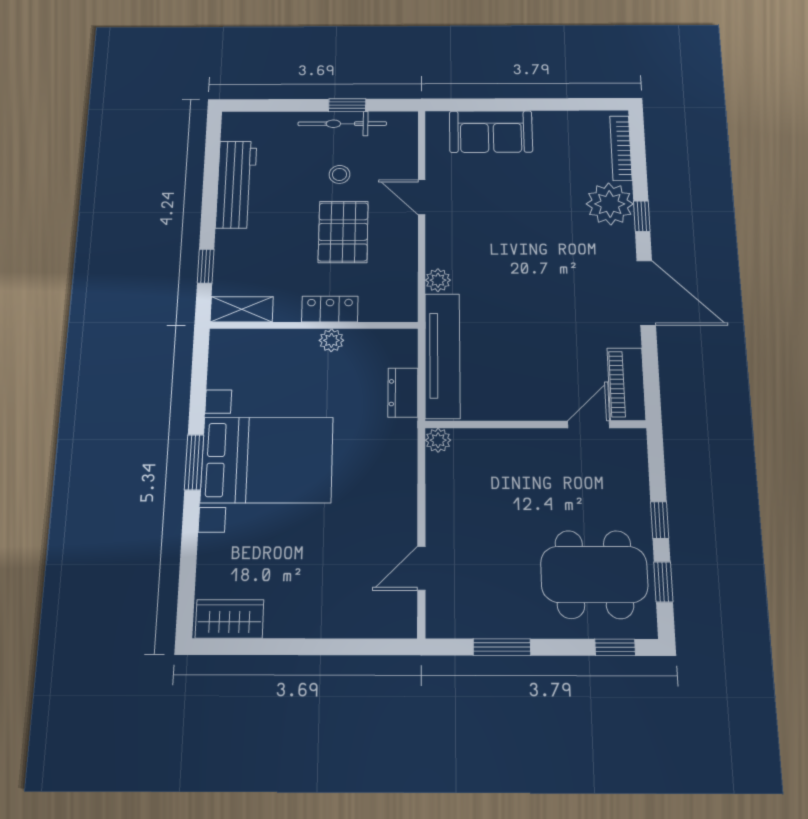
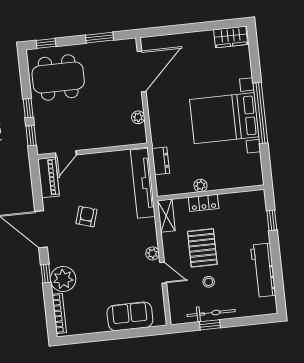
plant: (438, 280) -> (152, 253), moved
armchair: (557, 307) -> (87, 216), added
shelving: (242, 309) -> (166, 216), moved, turned 90
plant: (438, 440) -> (138, 117), moved
window: (194, 462) -> (260, 113), width x2.11
door: (421, 568) -> (142, 71), width x1.87
window: (663, 582) -> (31, 136), moved

